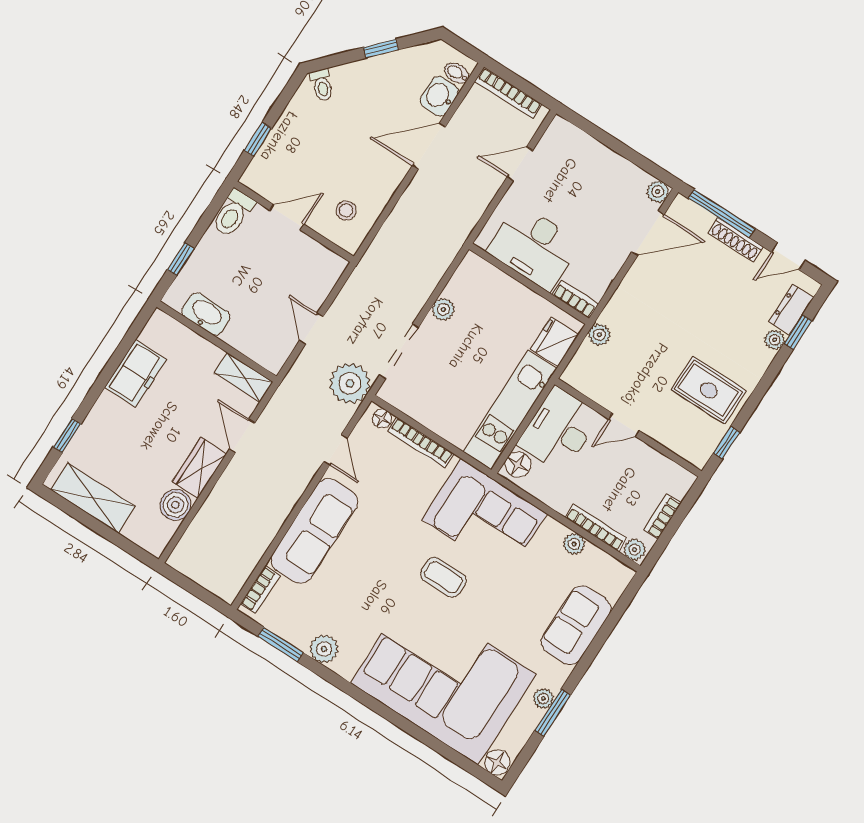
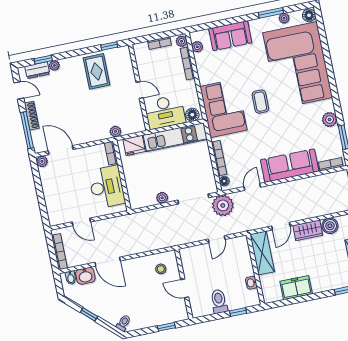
toilet: (233, 213) -> (219, 301), moved, turned -90
washbasin: (206, 314) -> (251, 283), width x0.52, depth x0.69
shelving: (244, 377) -> (262, 253), width x1.50, depth x1.33
plant: (574, 544) -> (197, 47), moved
plant: (543, 699) -> (284, 18), moved

